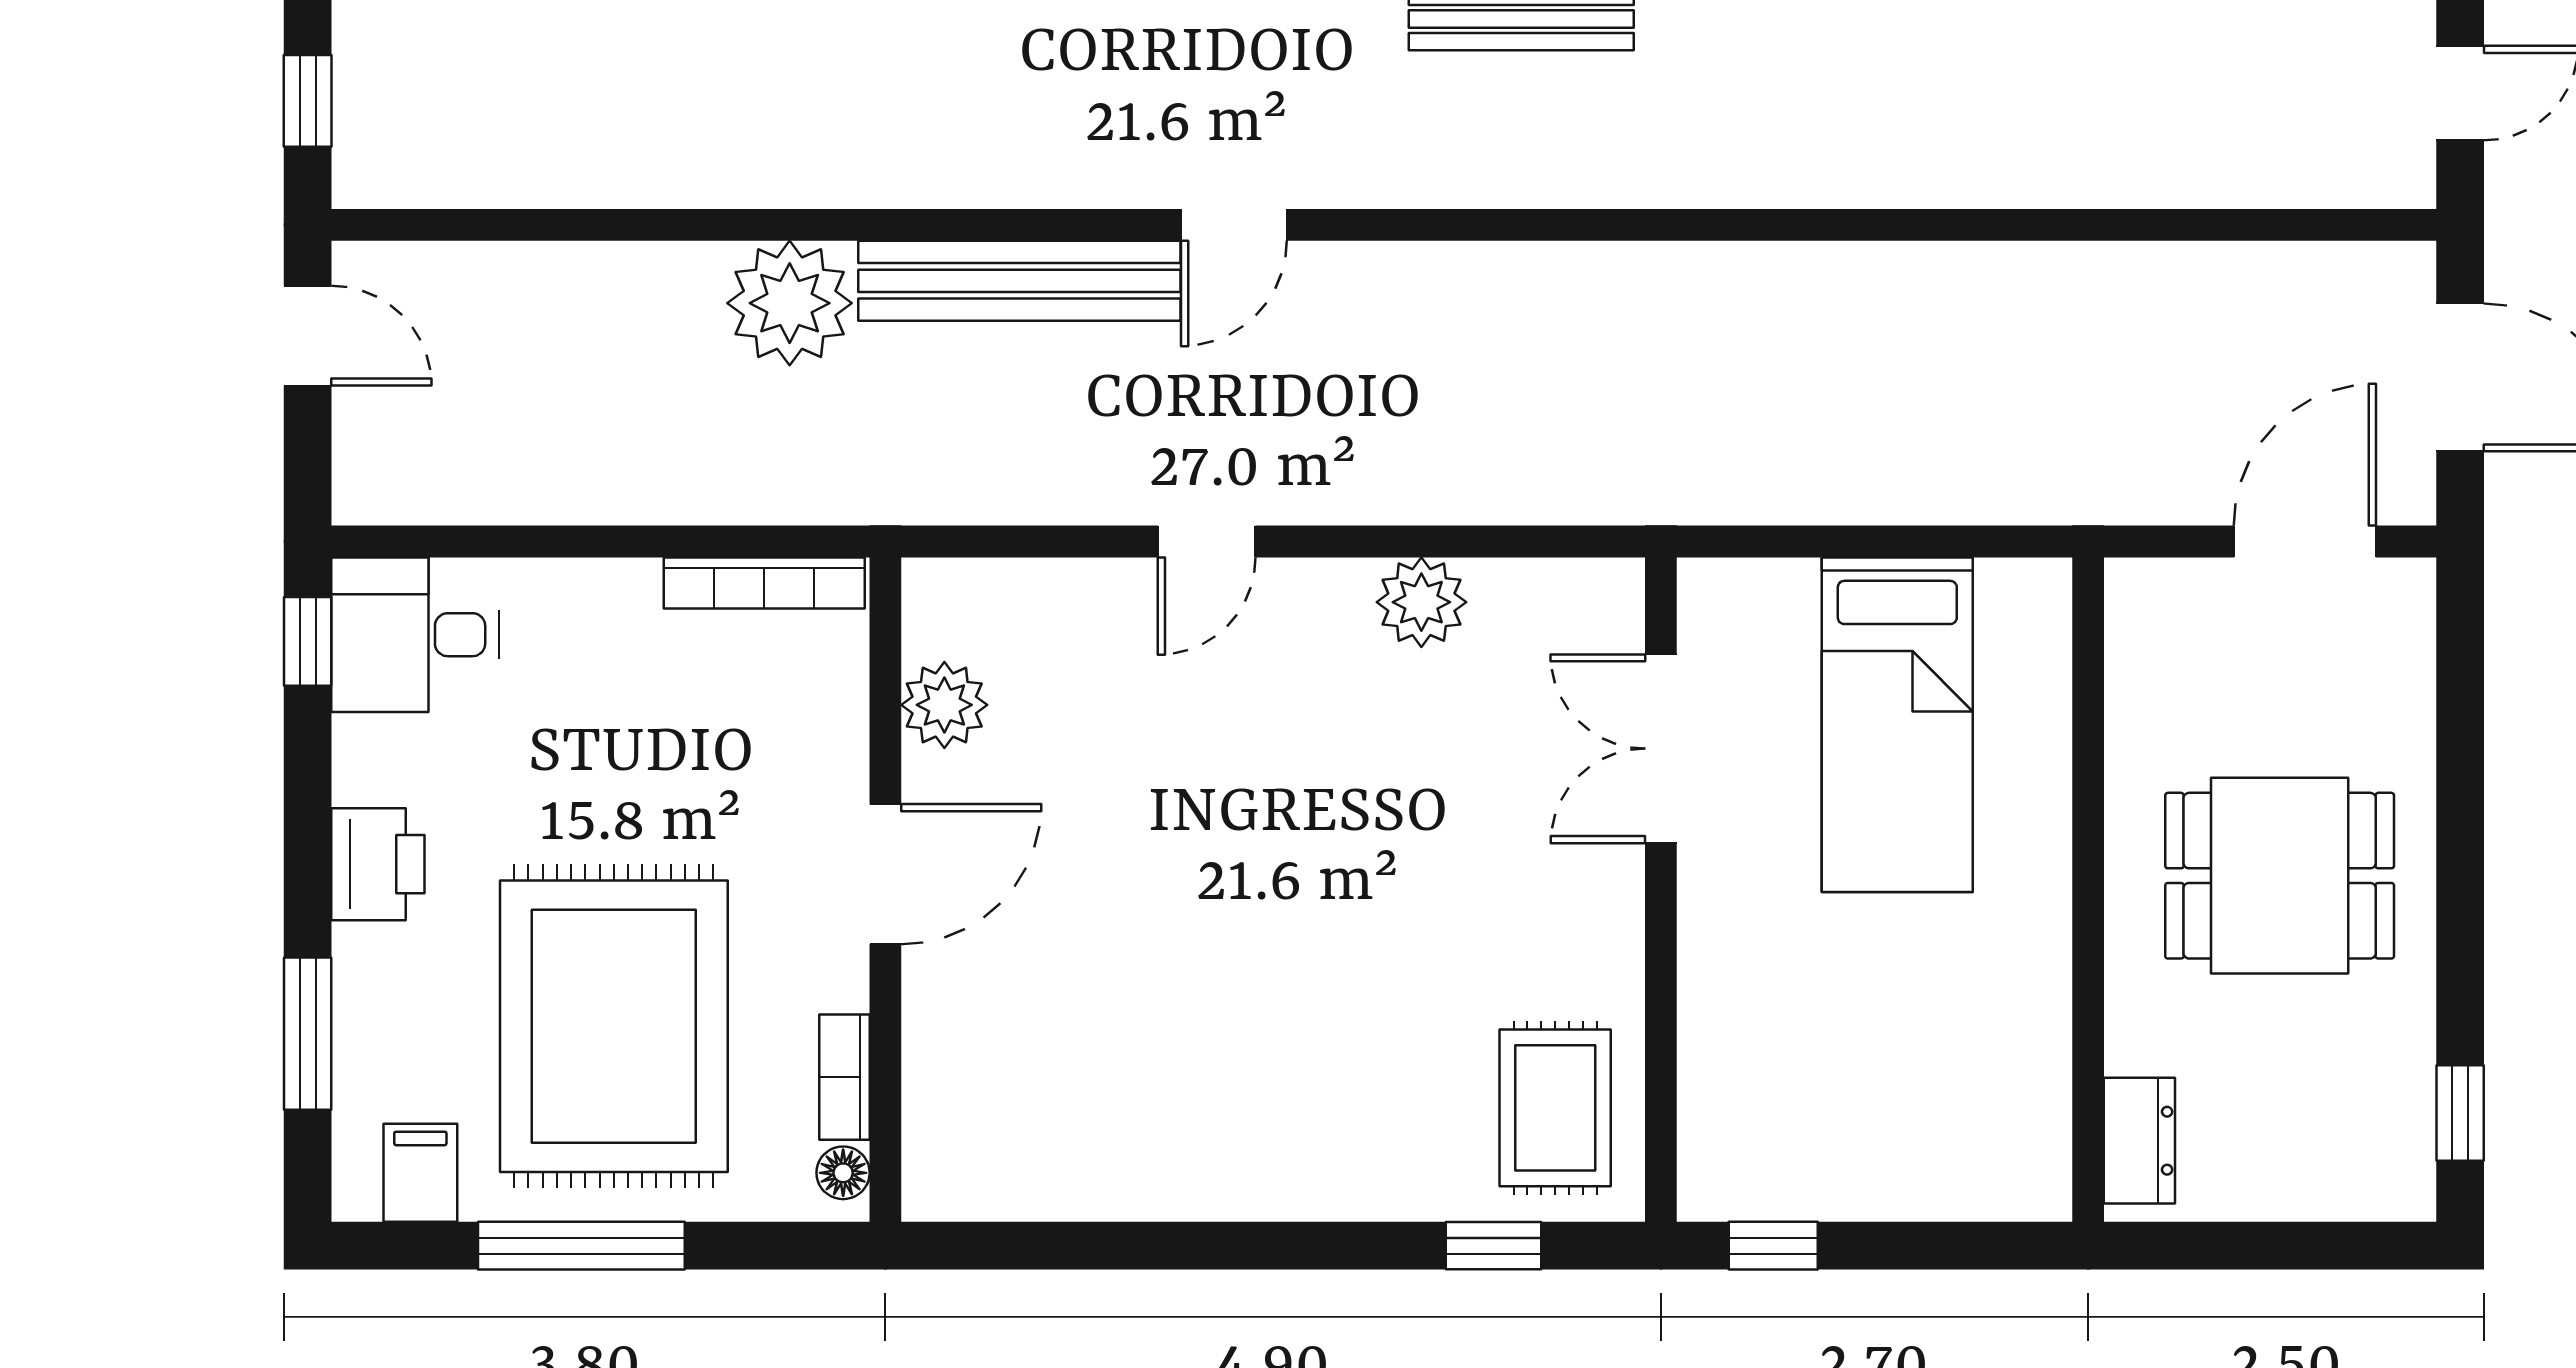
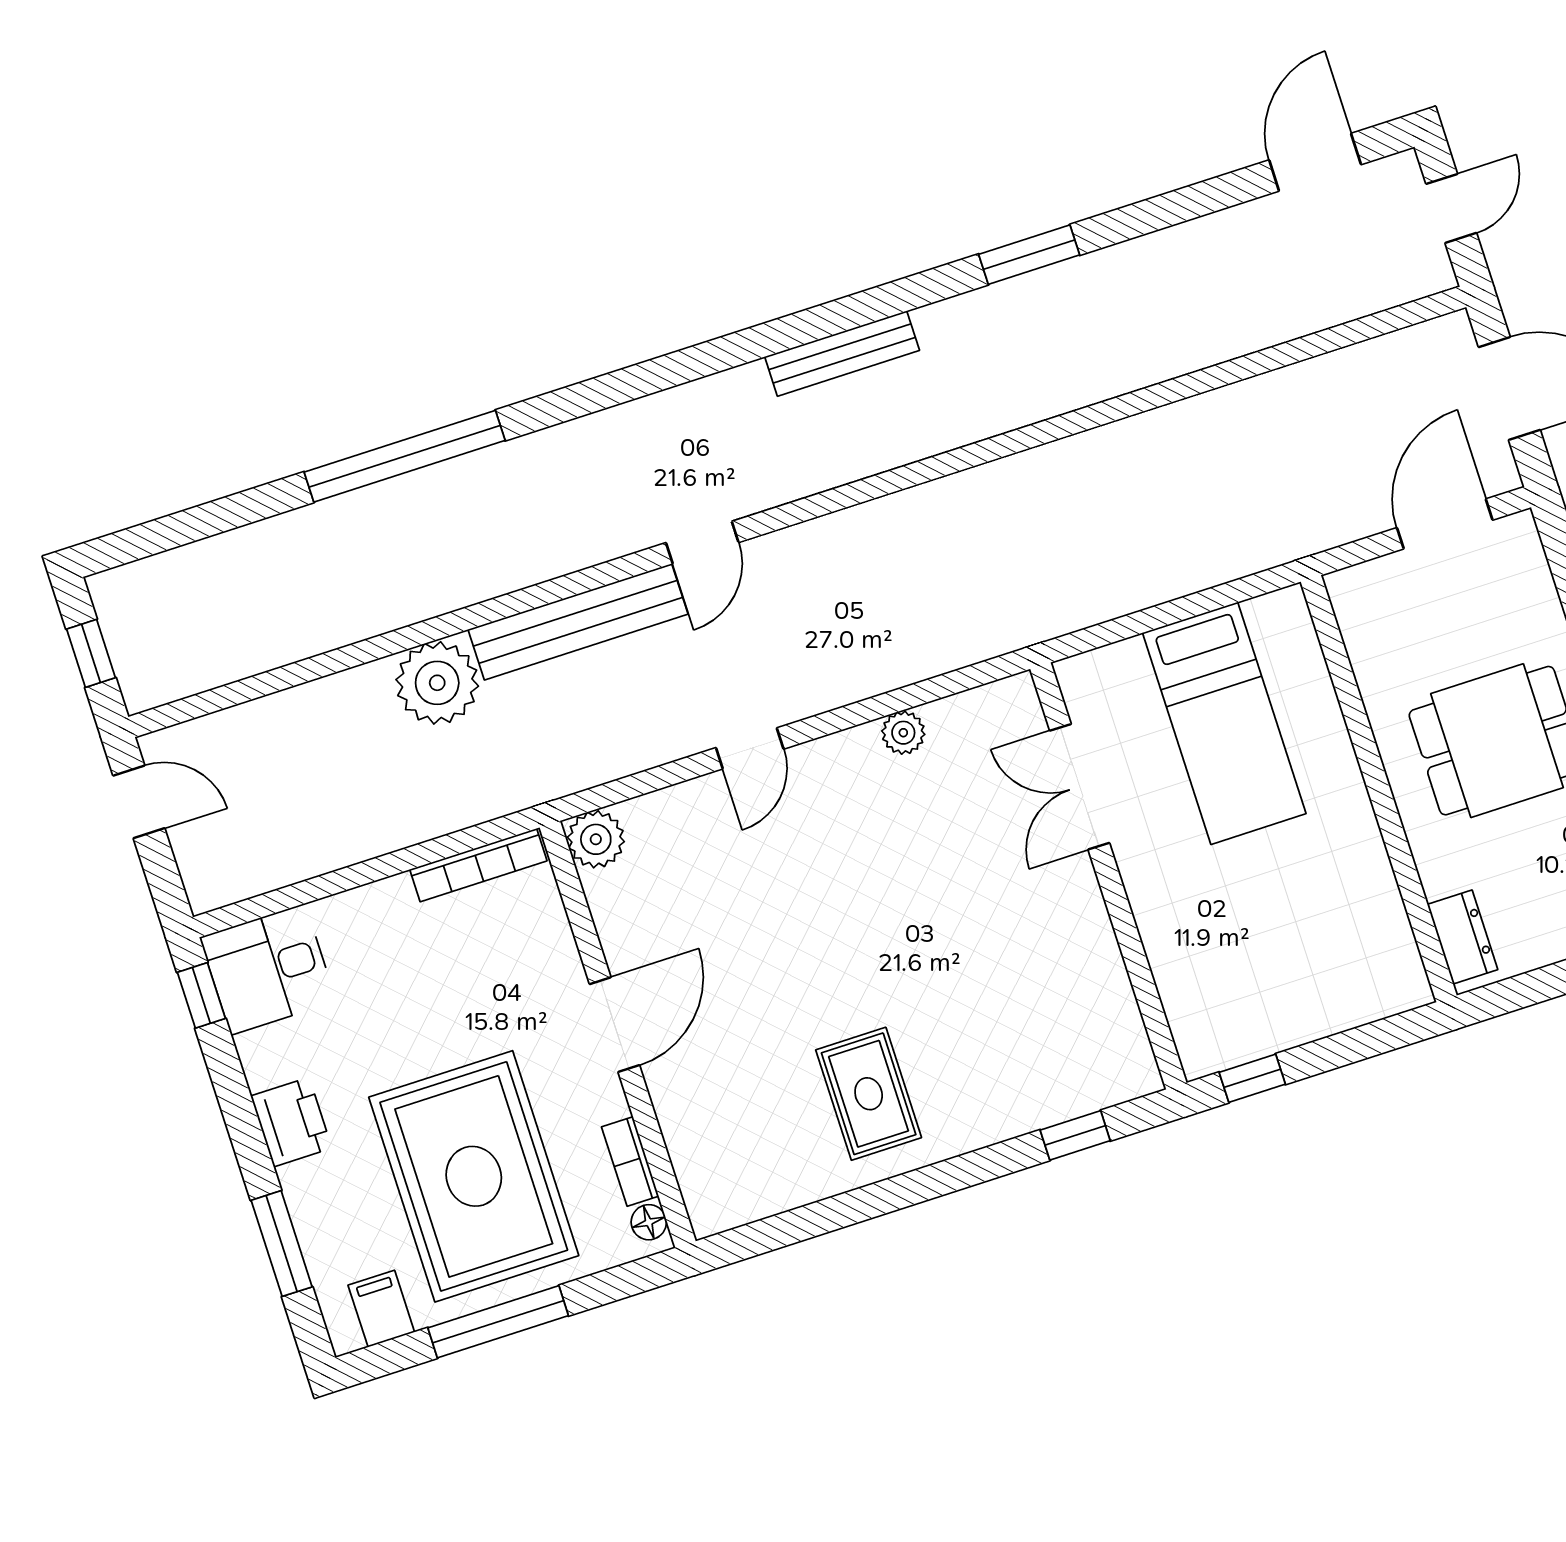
plant: (1421, 602) -> (903, 733), width x0.73, depth x0.73
plant: (944, 705) -> (596, 839), moved
rug: (1555, 1108) -> (869, 1094), moved

